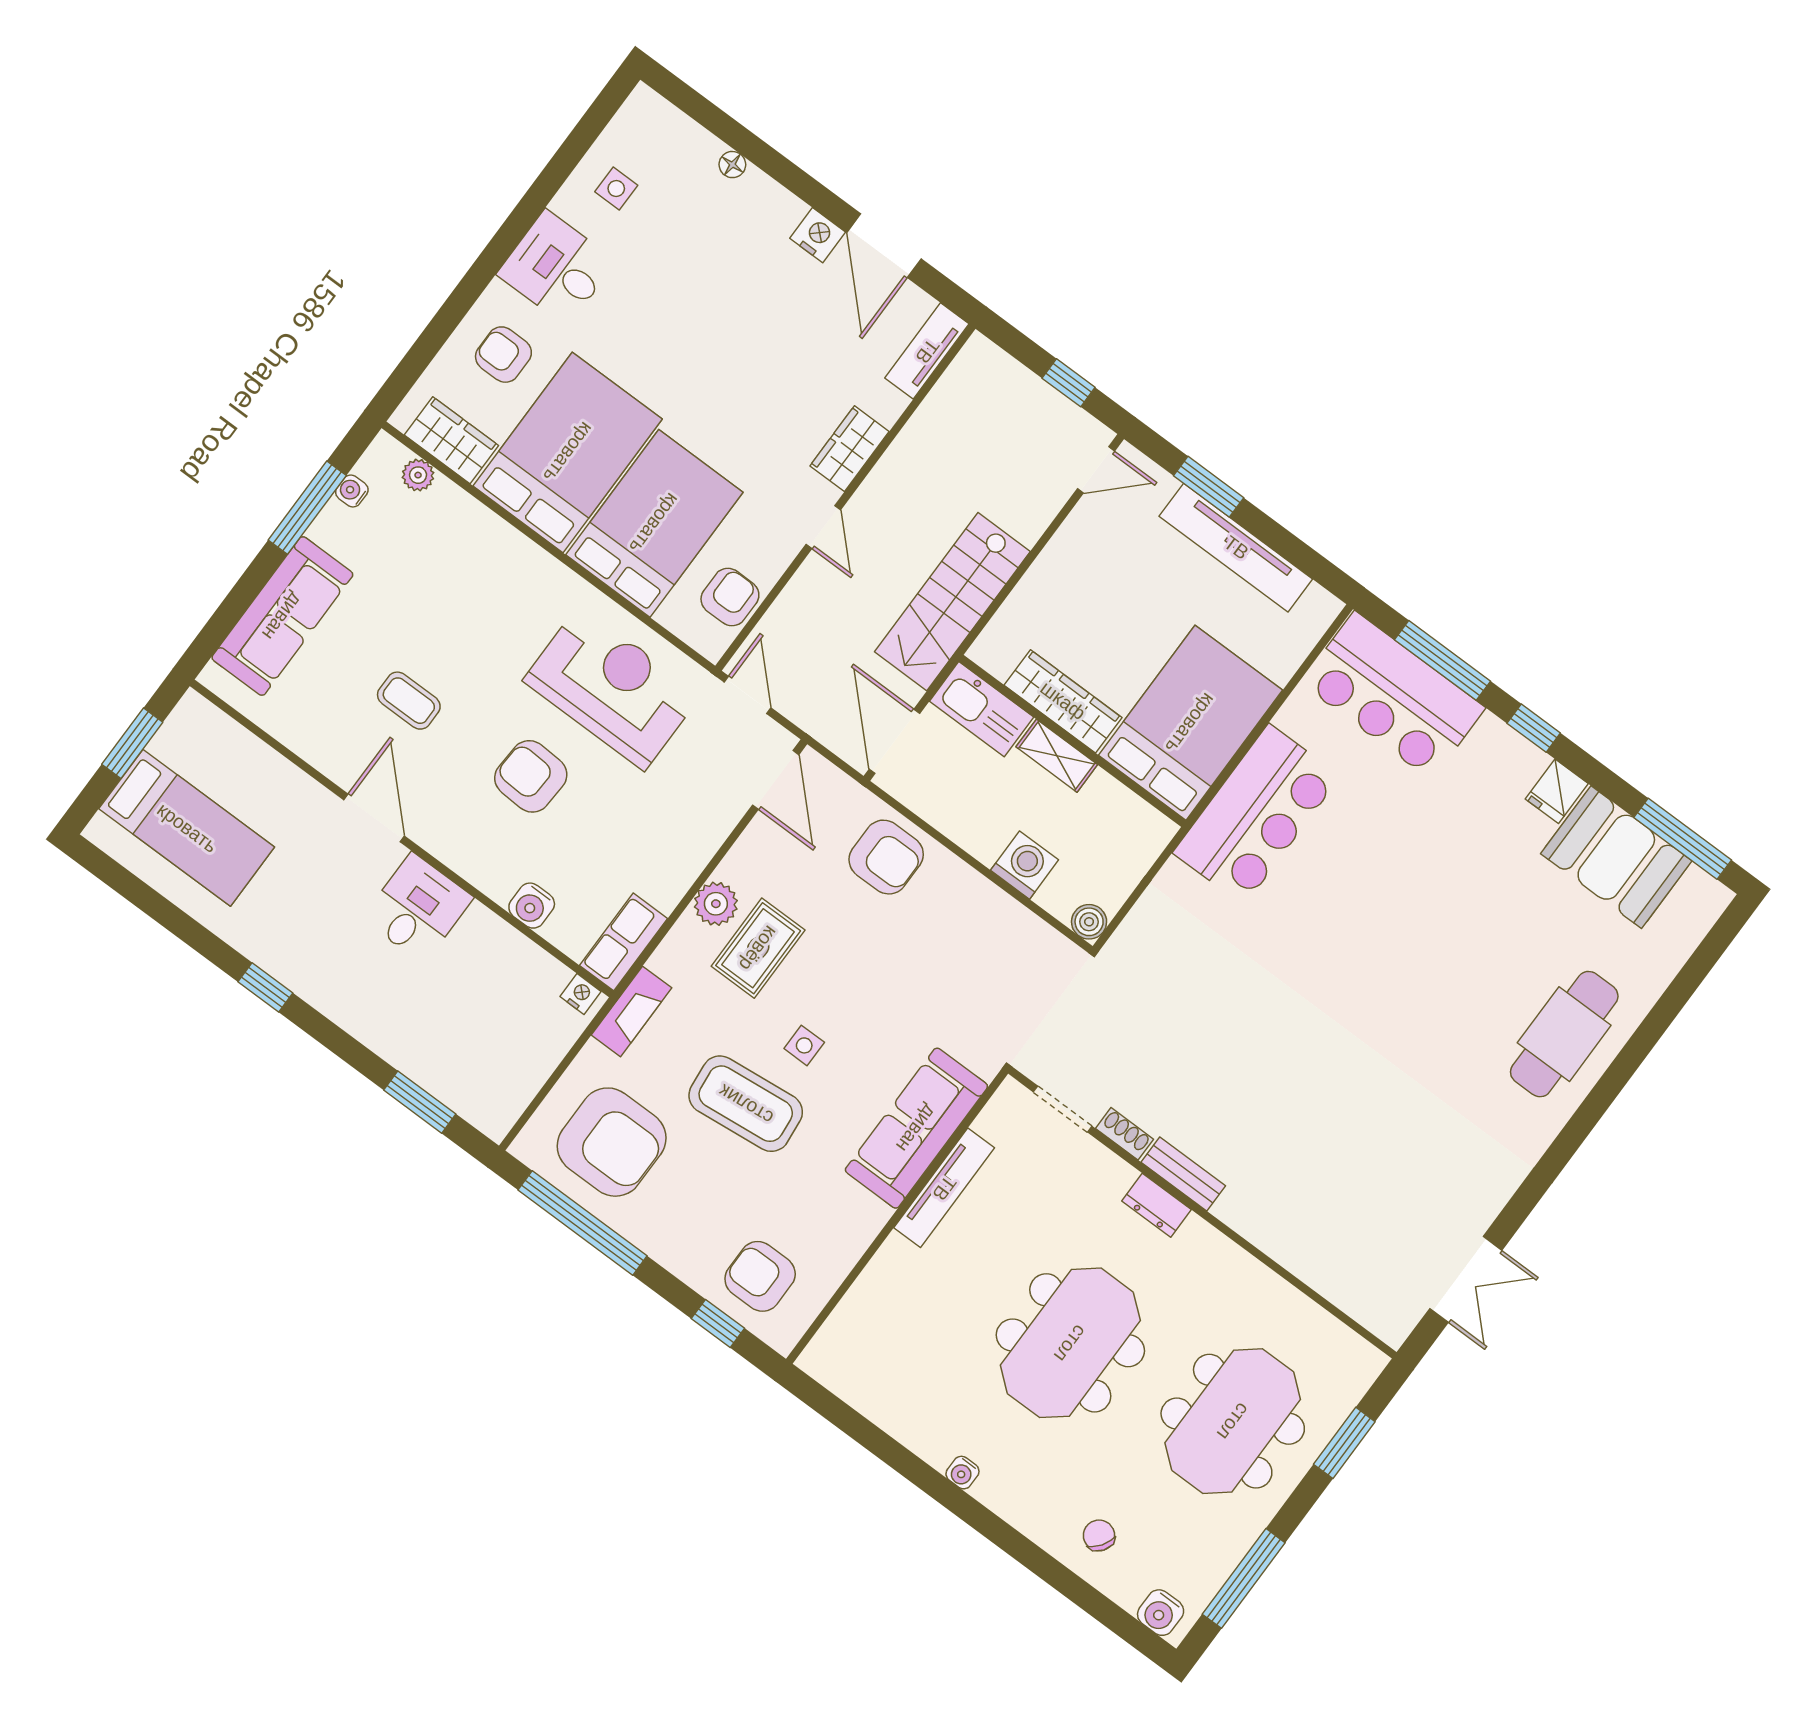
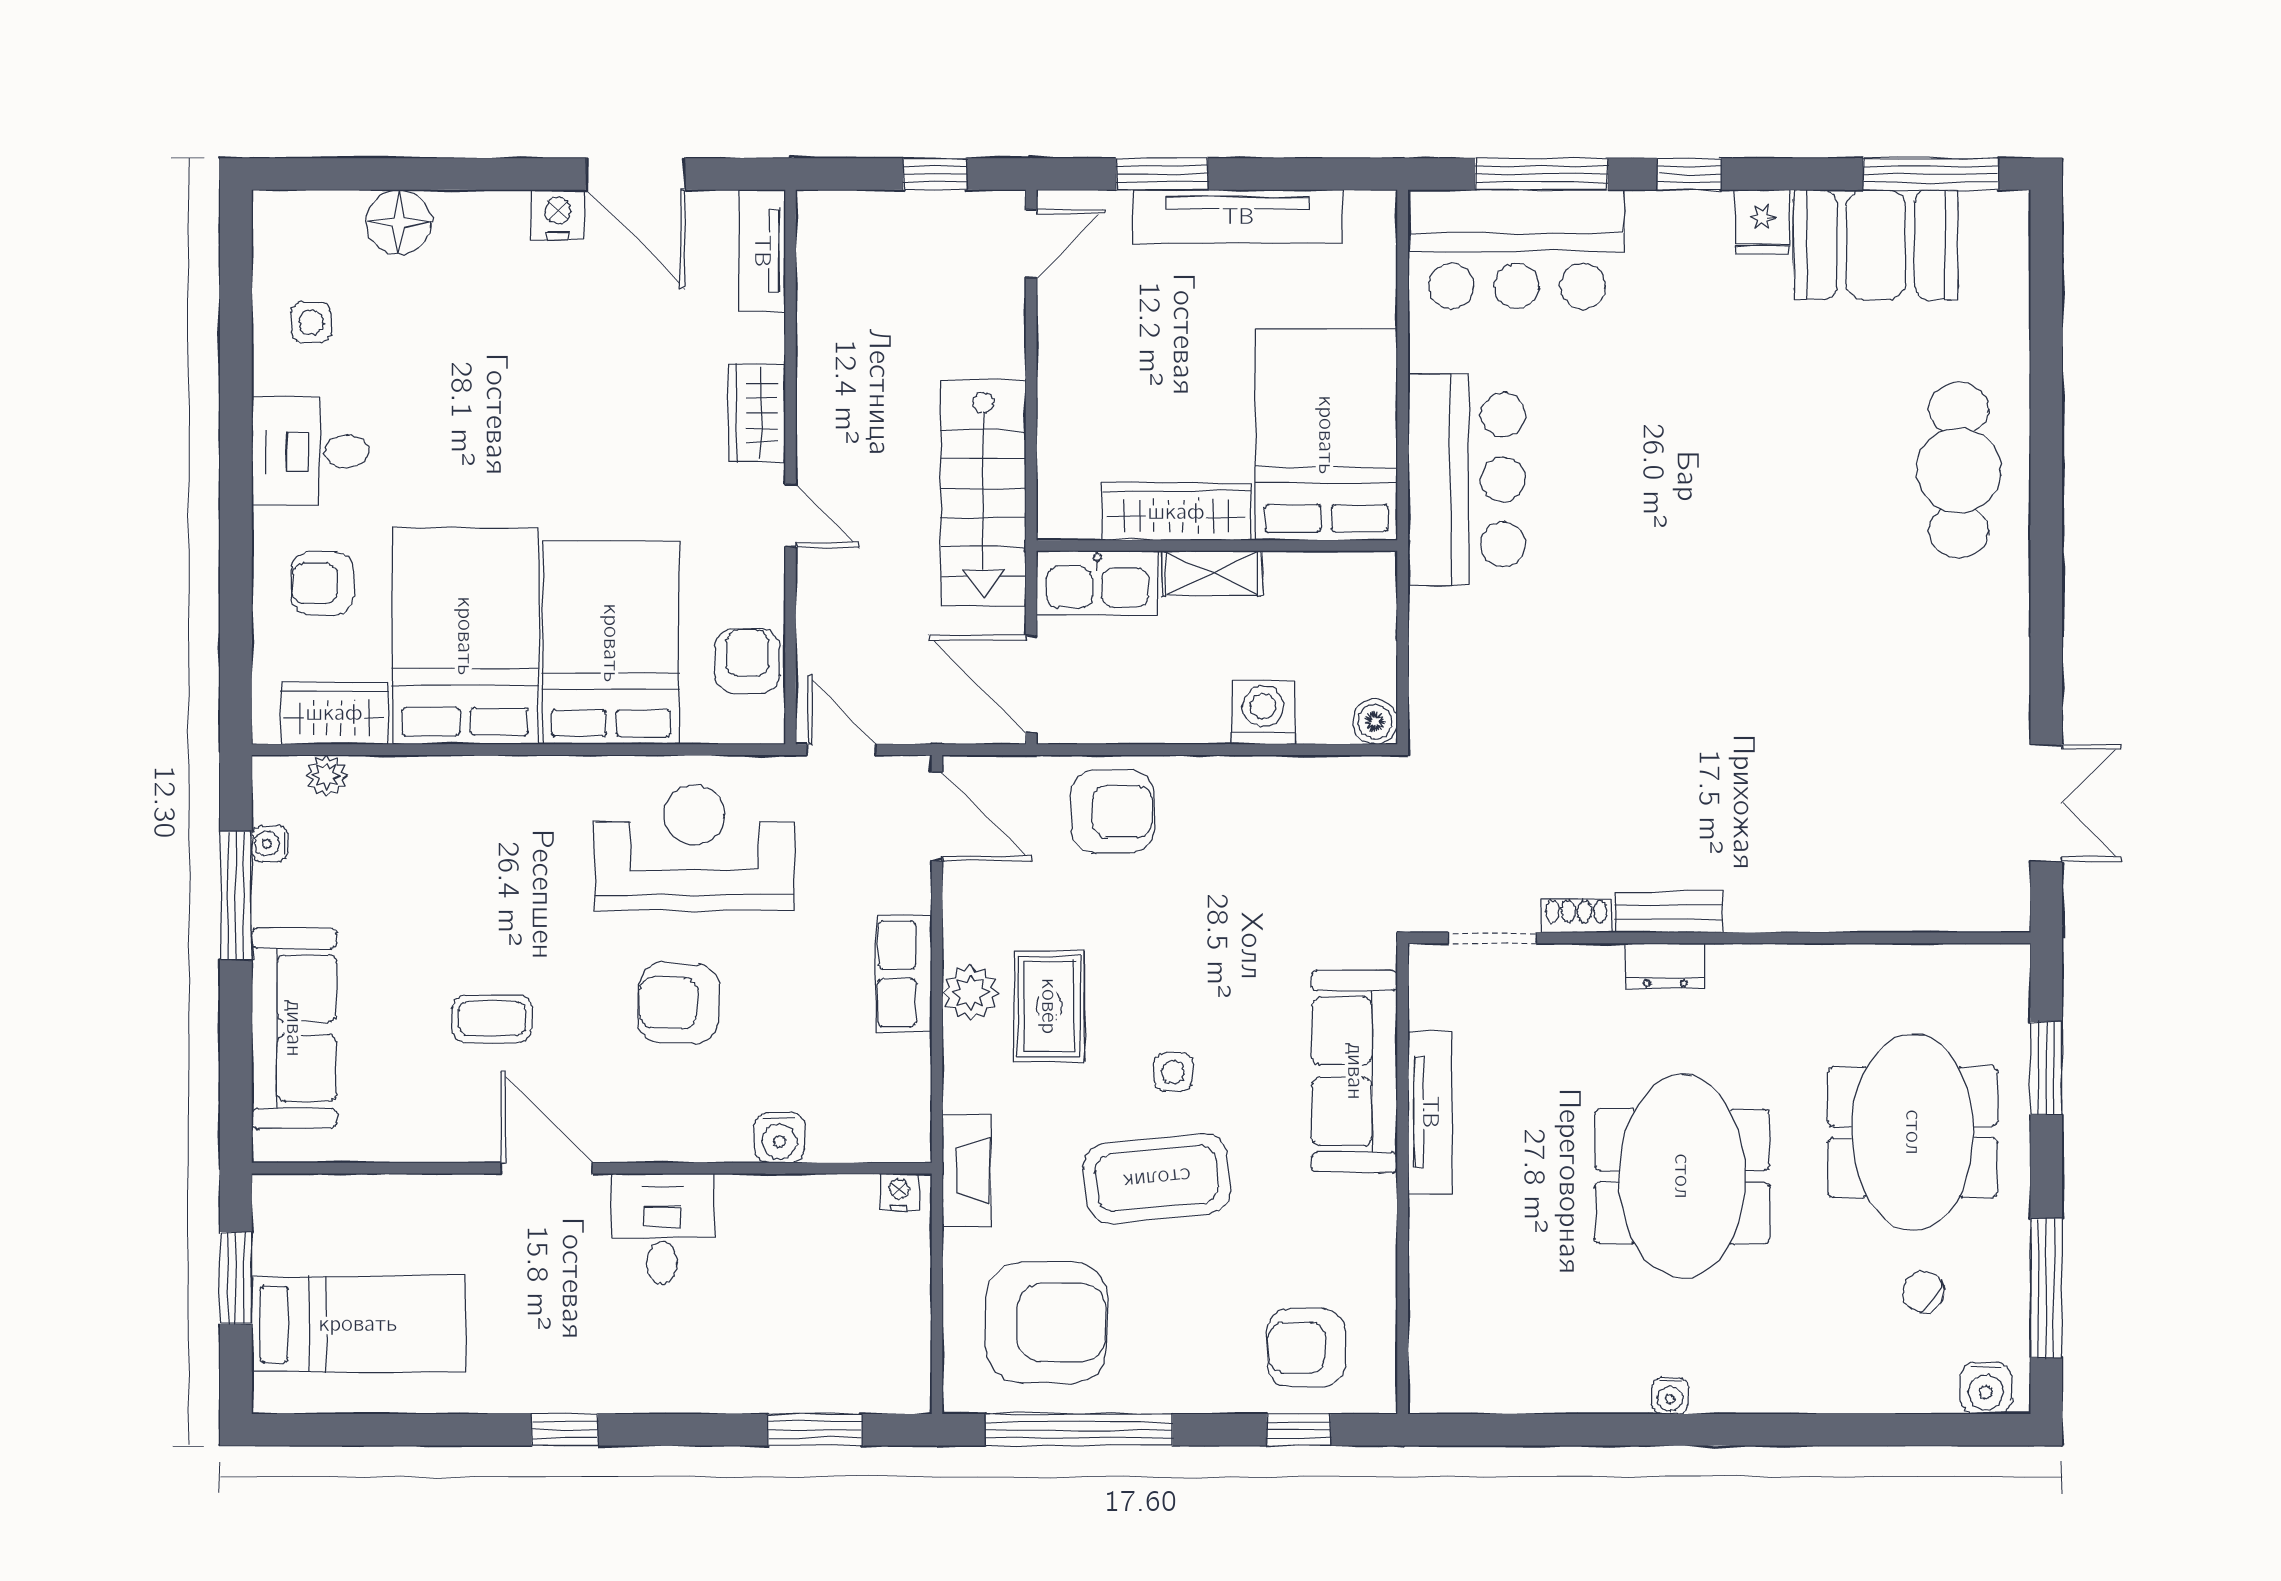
floor lamp: (732, 165) -> (399, 222), width x1.89, depth x1.89
row of seats: (623, 942) -> (904, 974), moved
chair: (1099, 1535) -> (1924, 1292), moved

